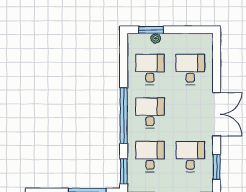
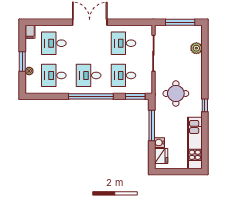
window: (151, 30) -> (22, 61), moved
filing cabinet: (205, 39) -> (30, 32), added
window: (217, 167) -> (132, 22), removed

